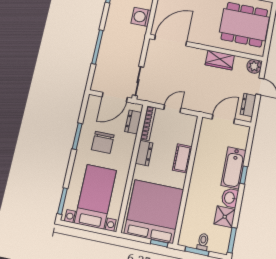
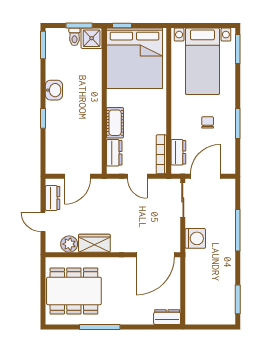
washing machine: (141, 17) -> (195, 238), moved
plant: (254, 66) -> (69, 244), moved
door: (172, 109) -> (137, 176), hinge flipped
chair: (103, 142) -> (208, 122), width x0.54, depth x0.54
dresser: (144, 153) -> (114, 153), moved, turned 180
bathtub: (234, 168) -> (56, 124), removed
shower: (225, 217) -> (92, 38), moved

